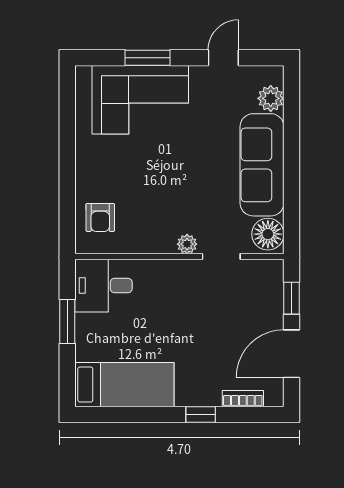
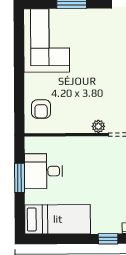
corner sofa: (140, 100) -> (47, 40), moved, turned -90
desk: (103, 286) -> (43, 171), moved

